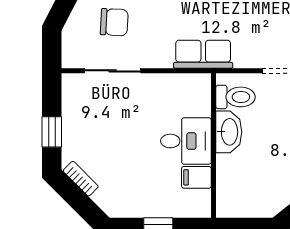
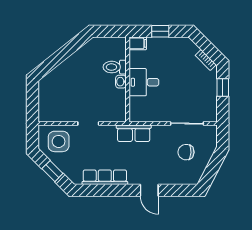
toilet: (235, 97) -> (115, 67), moved
washbasin: (229, 132) -> (121, 82), width x0.52, depth x0.69
filing cabinet: (196, 177) -> (138, 43), moved

